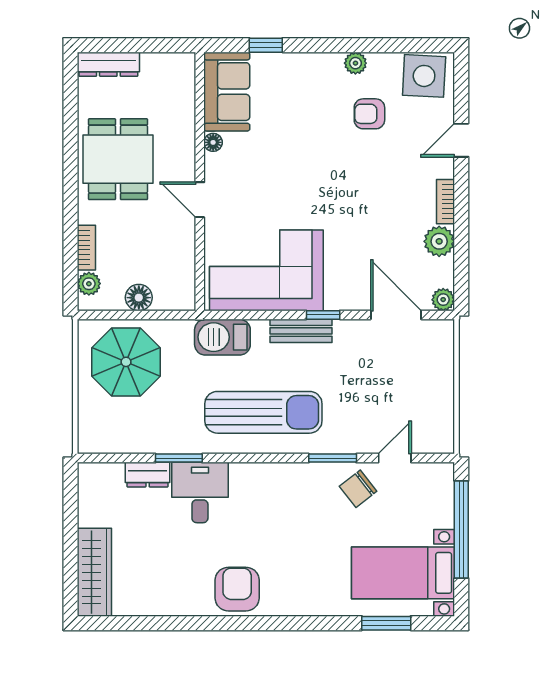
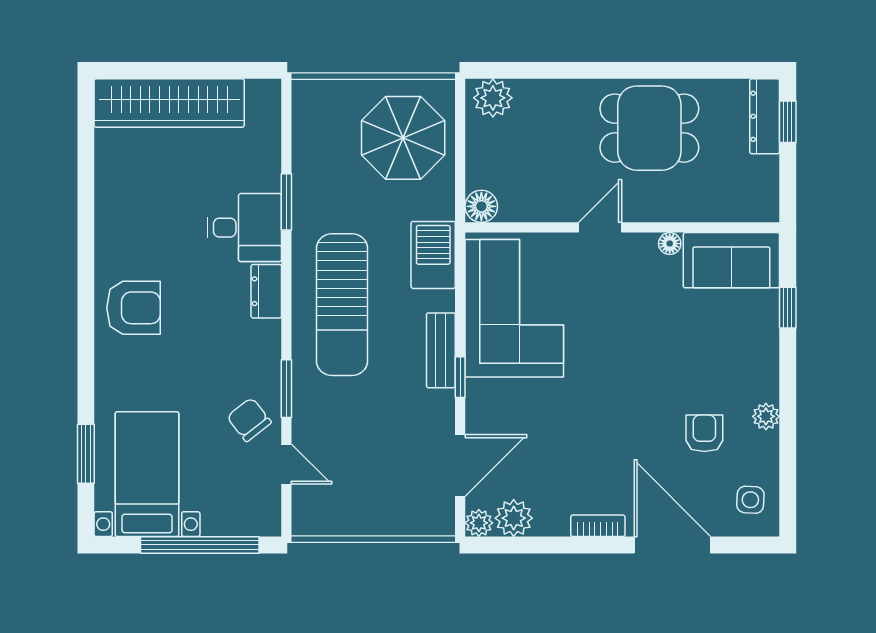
window: (113, 45) -> (788, 122), added
side table: (424, 76) -> (750, 500), width x0.54, depth x0.54
door: (461, 140) -> (672, 545), width x1.87
plant: (439, 241) -> (514, 518), moved
bookcase: (86, 248) -> (542, 90), removed
plant: (89, 284) -> (493, 98), width x1.38, depth x1.38
floor lamp: (139, 298) -> (481, 206), moved
dresser: (148, 475) -> (266, 291), moved
wardrobe: (94, 572) -> (169, 103), width x1.40, depth x1.17
armchair: (237, 589) -> (133, 308), moved

